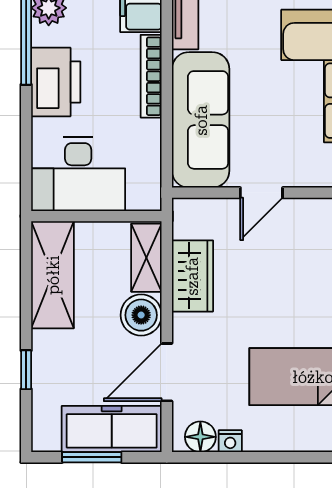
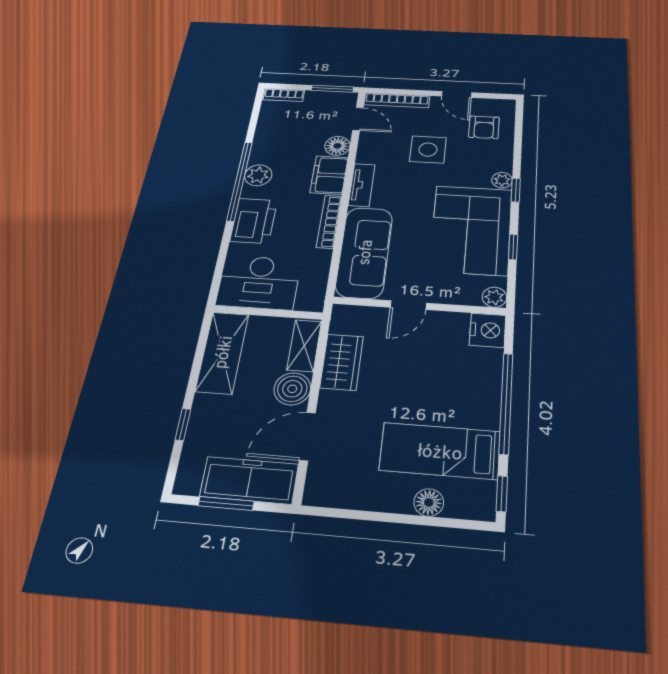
floor lamp: (200, 437) -> (429, 502), moved
nightstand: (230, 441) -> (357, 500), removed

